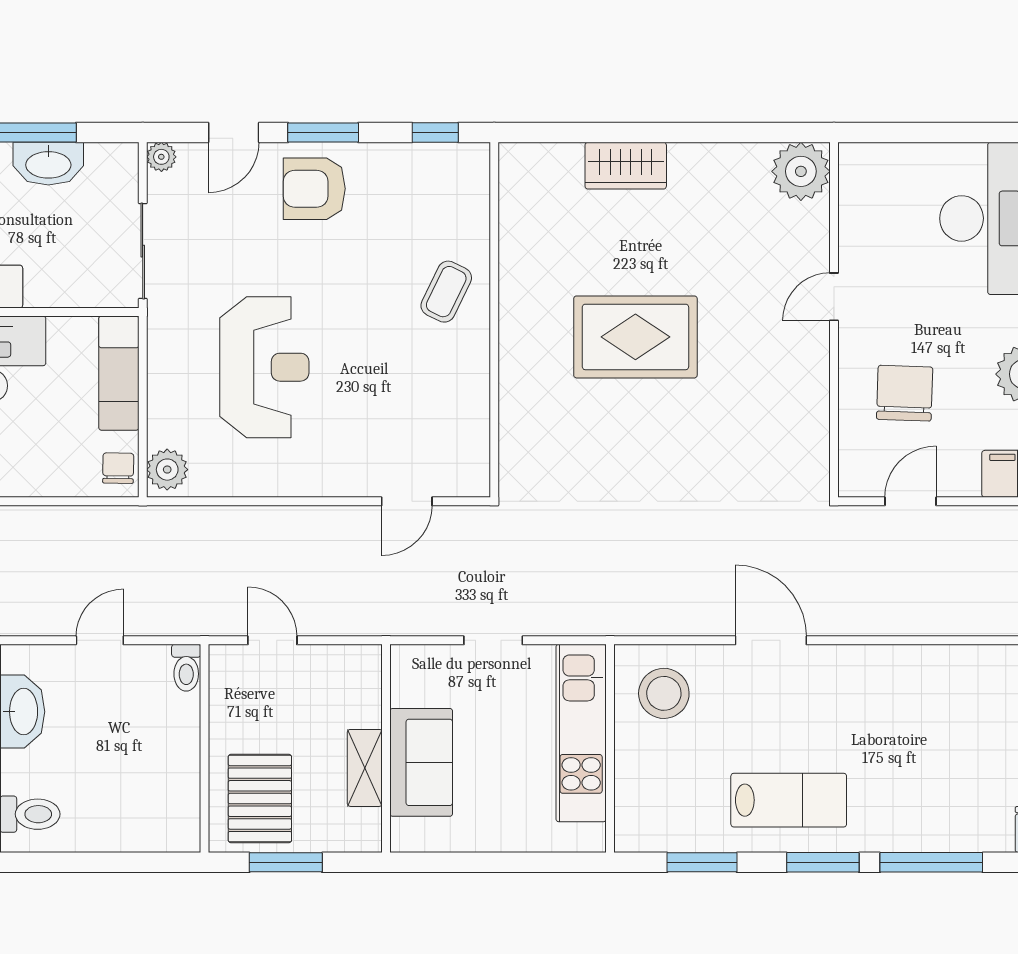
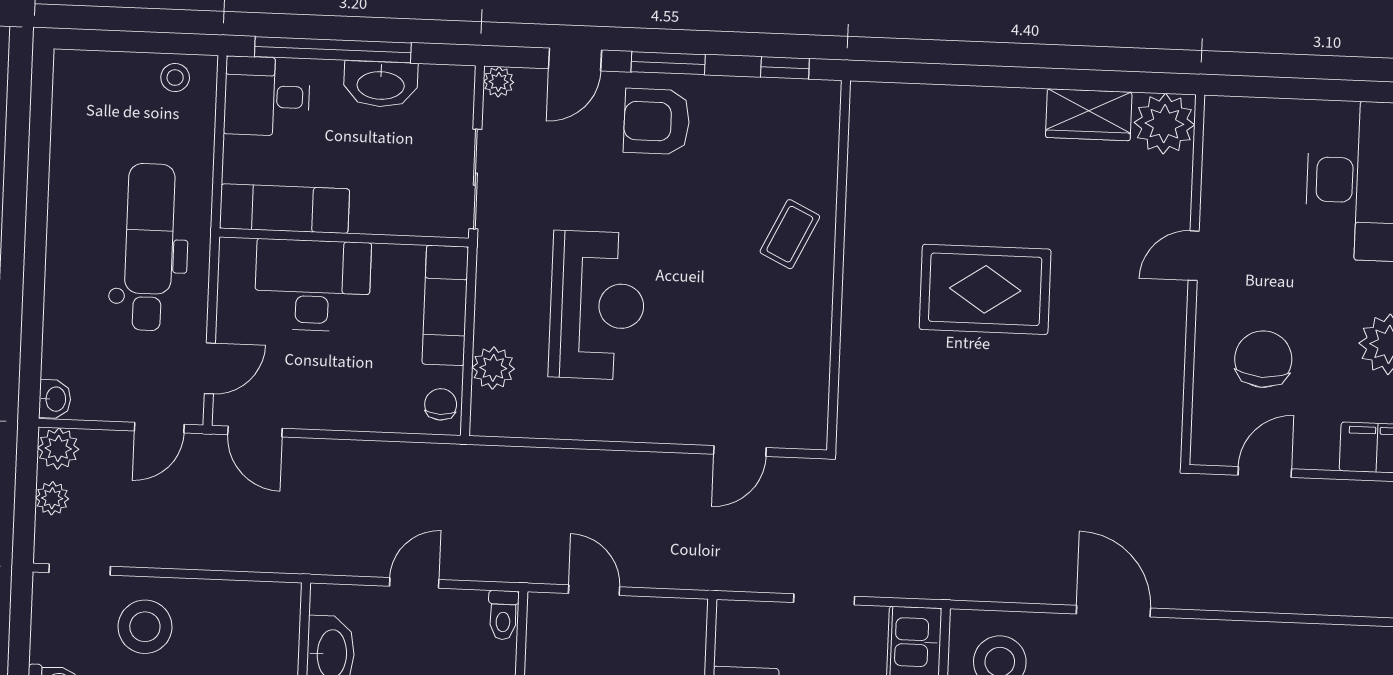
wardrobe: (626, 166) -> (1089, 115), moved
plant: (167, 470) -> (493, 368), moved

